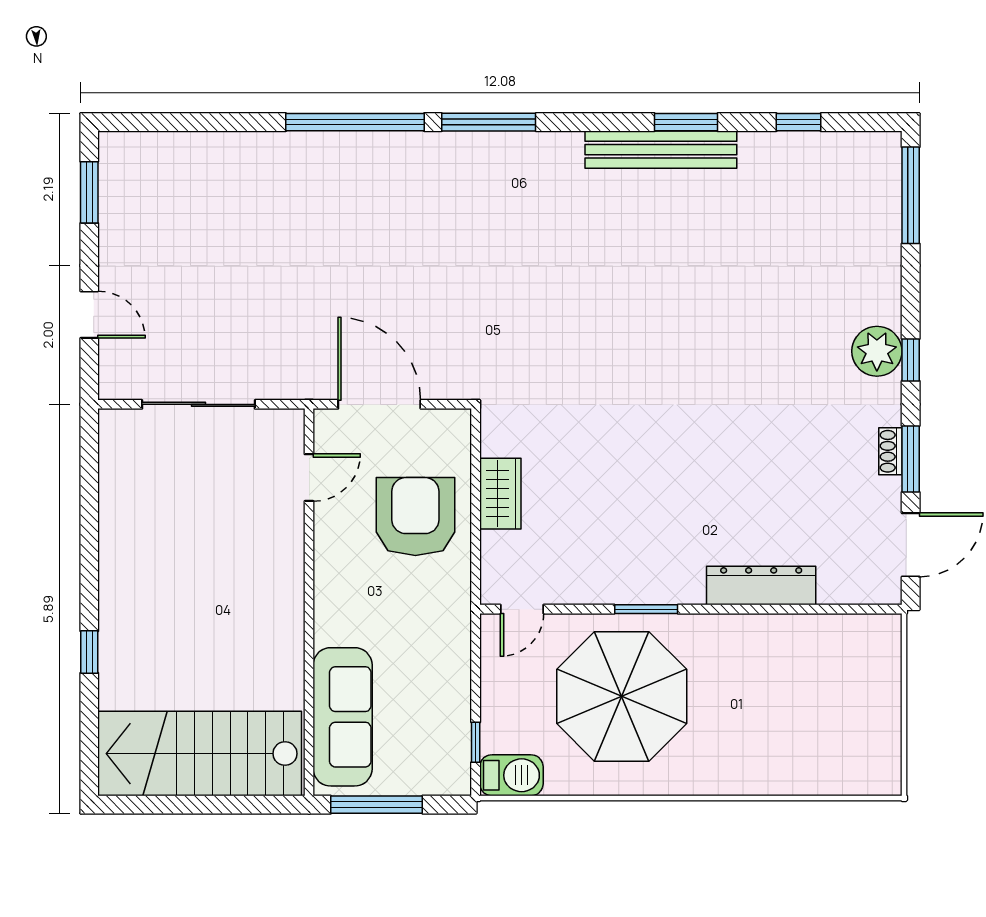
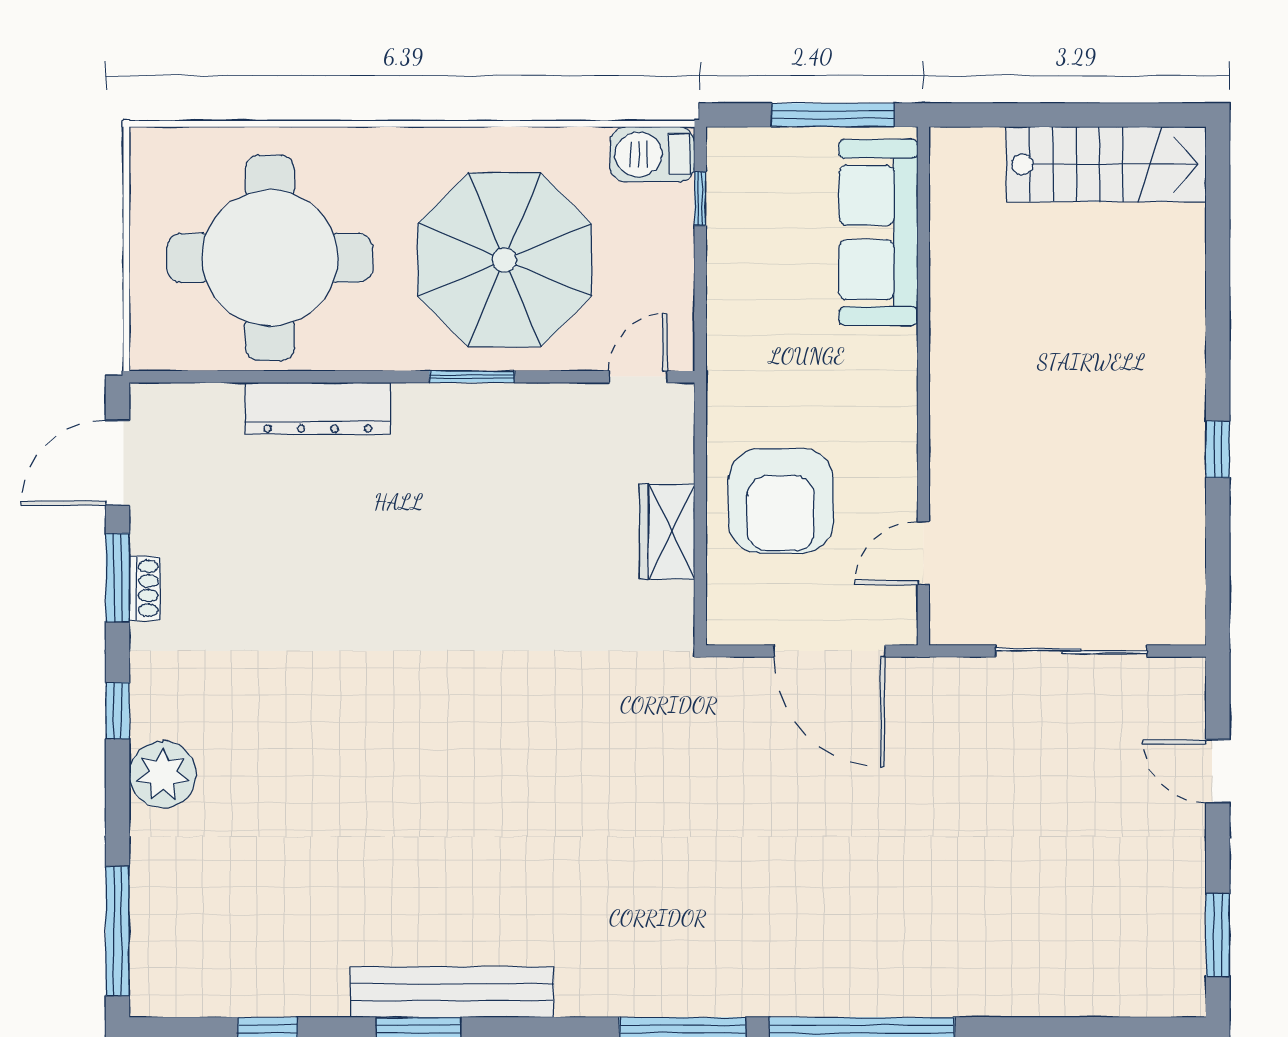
plant: (877, 351) -> (163, 774), moved
window: (89, 652) -> (1218, 449), moved
round table: (797, 698) -> (270, 258), added
stairs: (200, 754) -> (1106, 164), width x0.73, depth x0.66

